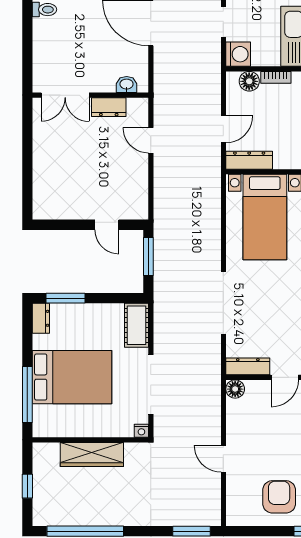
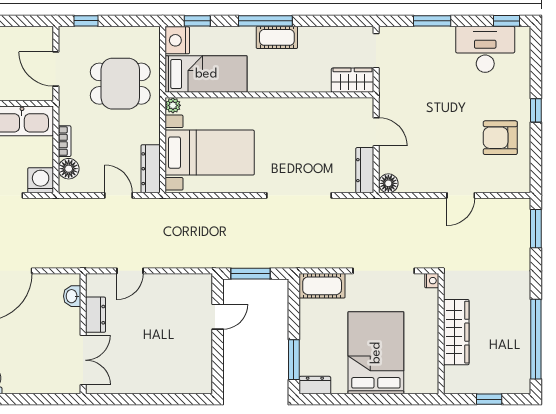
window: (27, 395) -> (394, 399), removed

